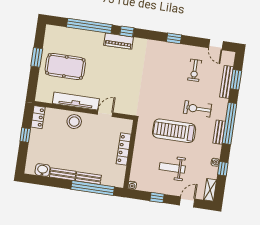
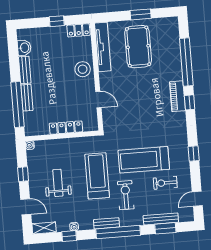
treadmill: (169, 85) -> (144, 160), added
tv unit: (76, 101) -> (103, 47), moved

